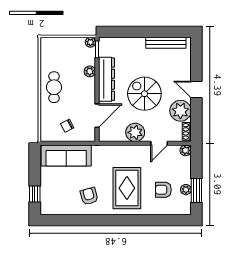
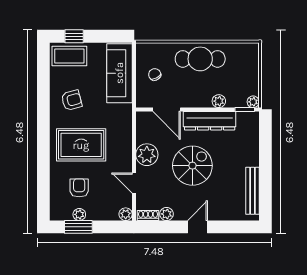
cafe table: (54, 87) -> (200, 59), width x1.37, depth x1.35
plant: (180, 111) -> (167, 214), width x0.53, depth x0.53
coffee table: (52, 198) -> (69, 56), added

